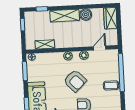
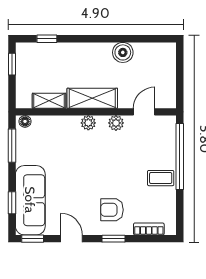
shelving: (65, 16) -> (92, 98), moved
wardrobe: (110, 18) -> (165, 61), removed
armchair: (75, 81) -> (98, 167), removed

